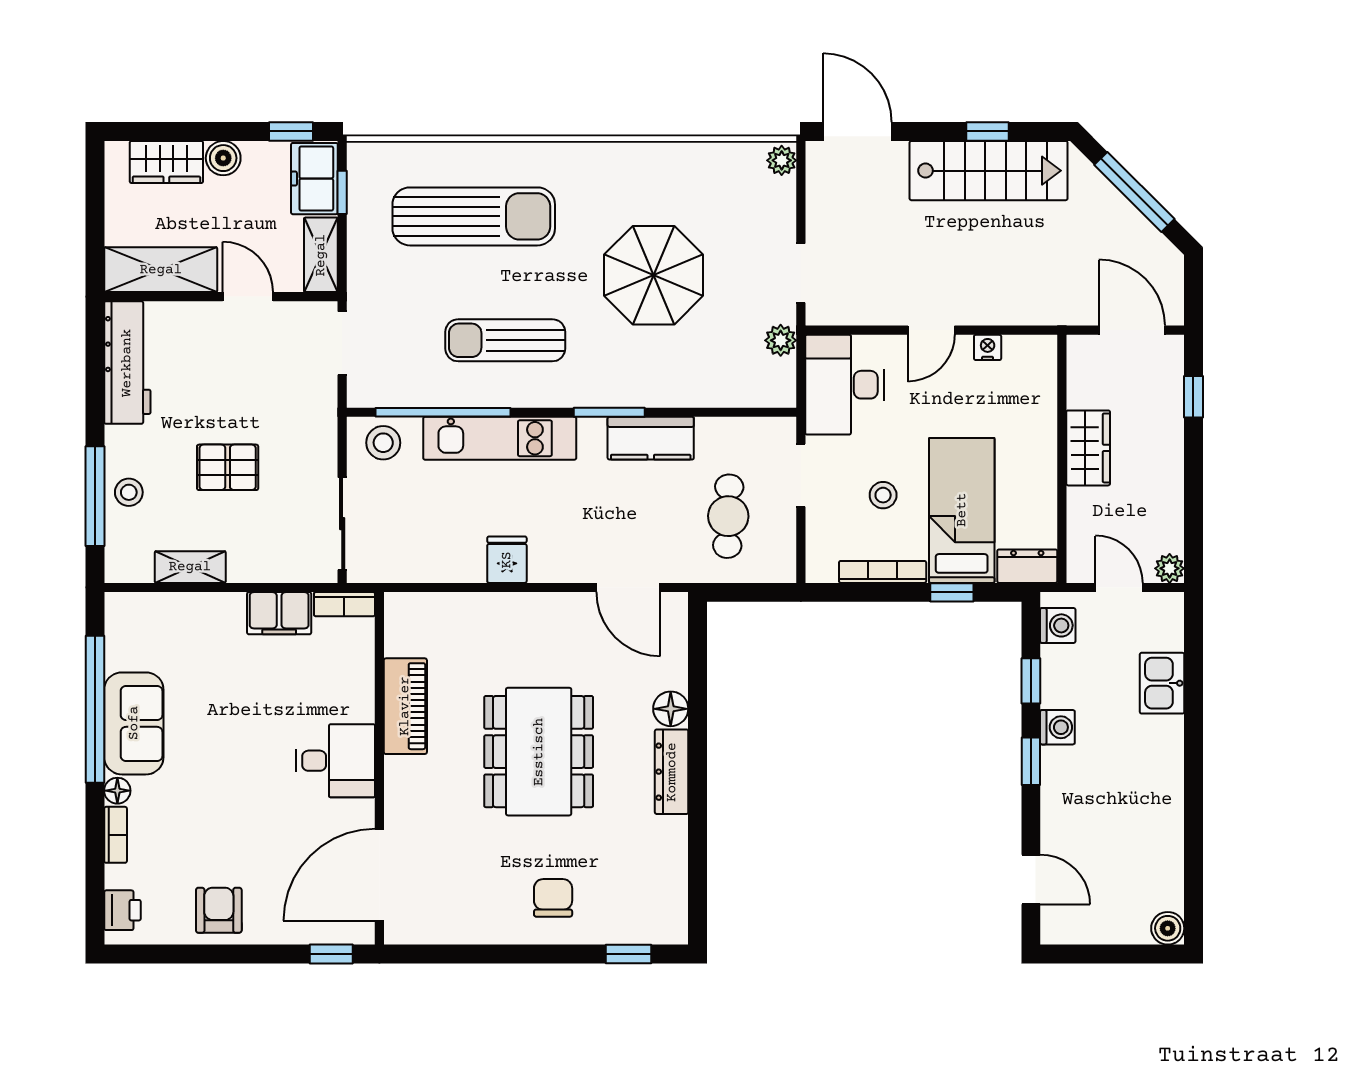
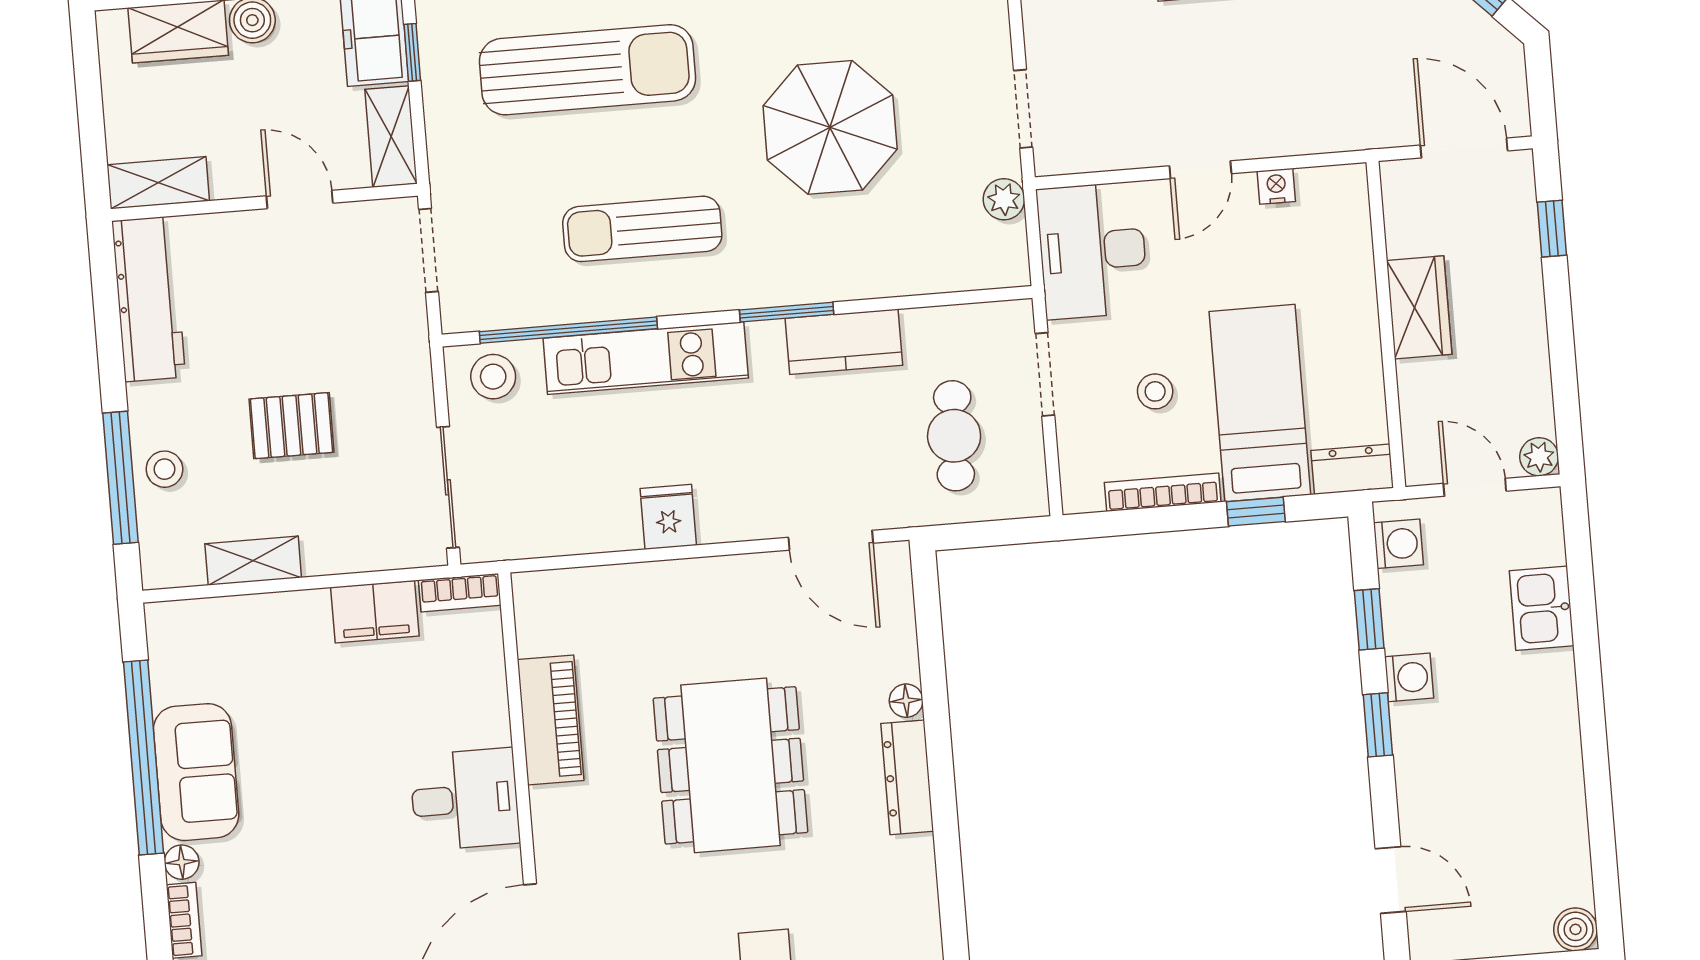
shelving: (161, 270) -> (158, 183), width x0.67, depth x0.75
floor lamp: (671, 709) -> (906, 701), width x0.73, depth x0.73

